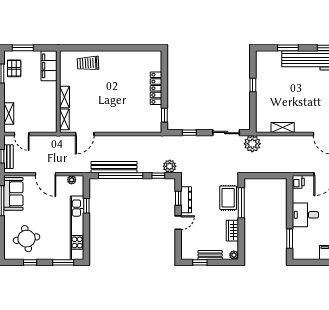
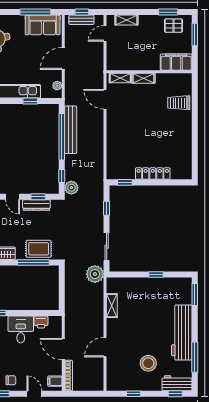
window: (288, 48) -> (195, 295), moved
trolley: (88, 63) -> (179, 103), turned -87
printer: (298, 182) -> (41, 322), moved

